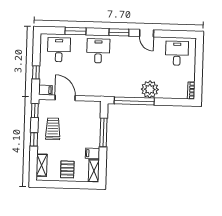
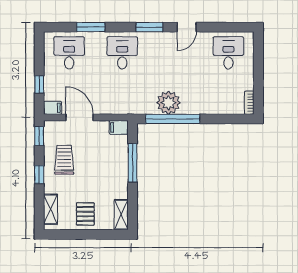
door: (147, 33) -> (187, 27), hinge flipped
plant: (150, 89) -> (168, 103), moved
filing cabinet: (93, 153) -> (119, 127), moved

